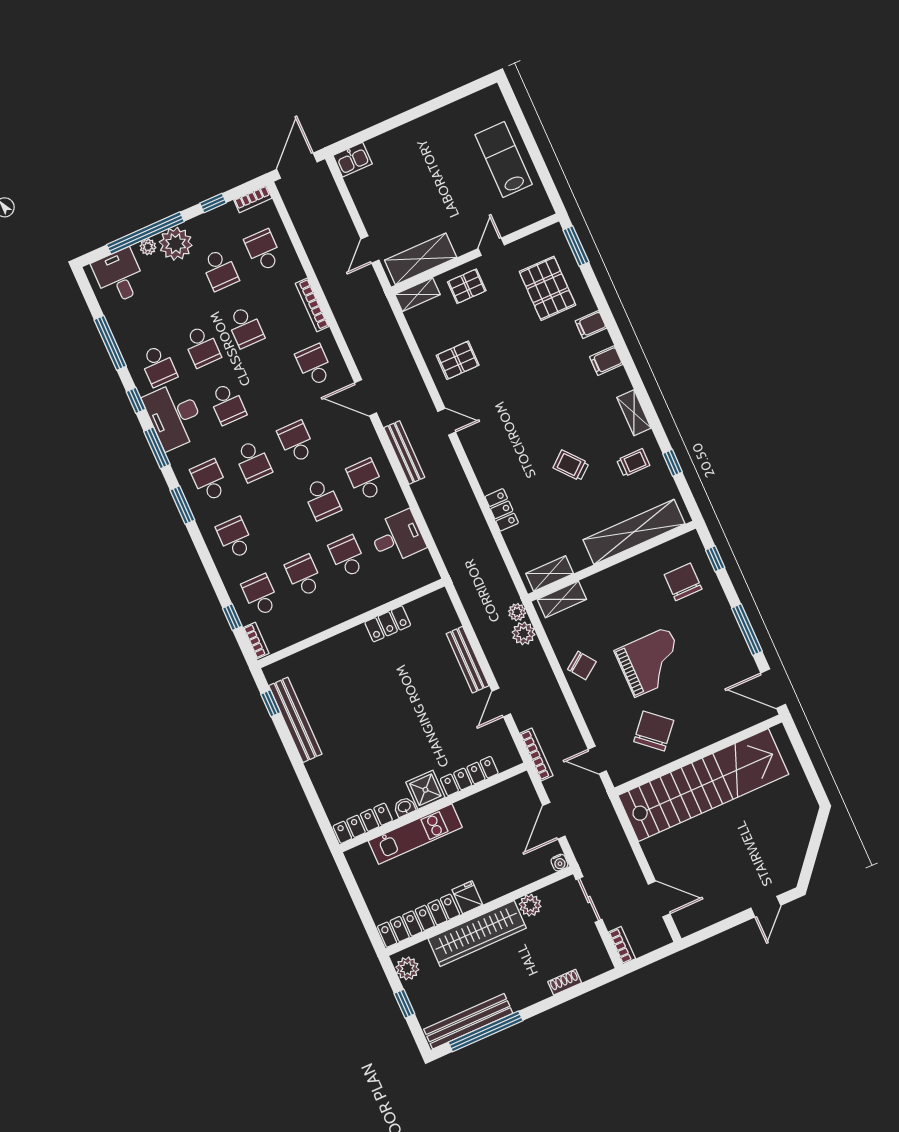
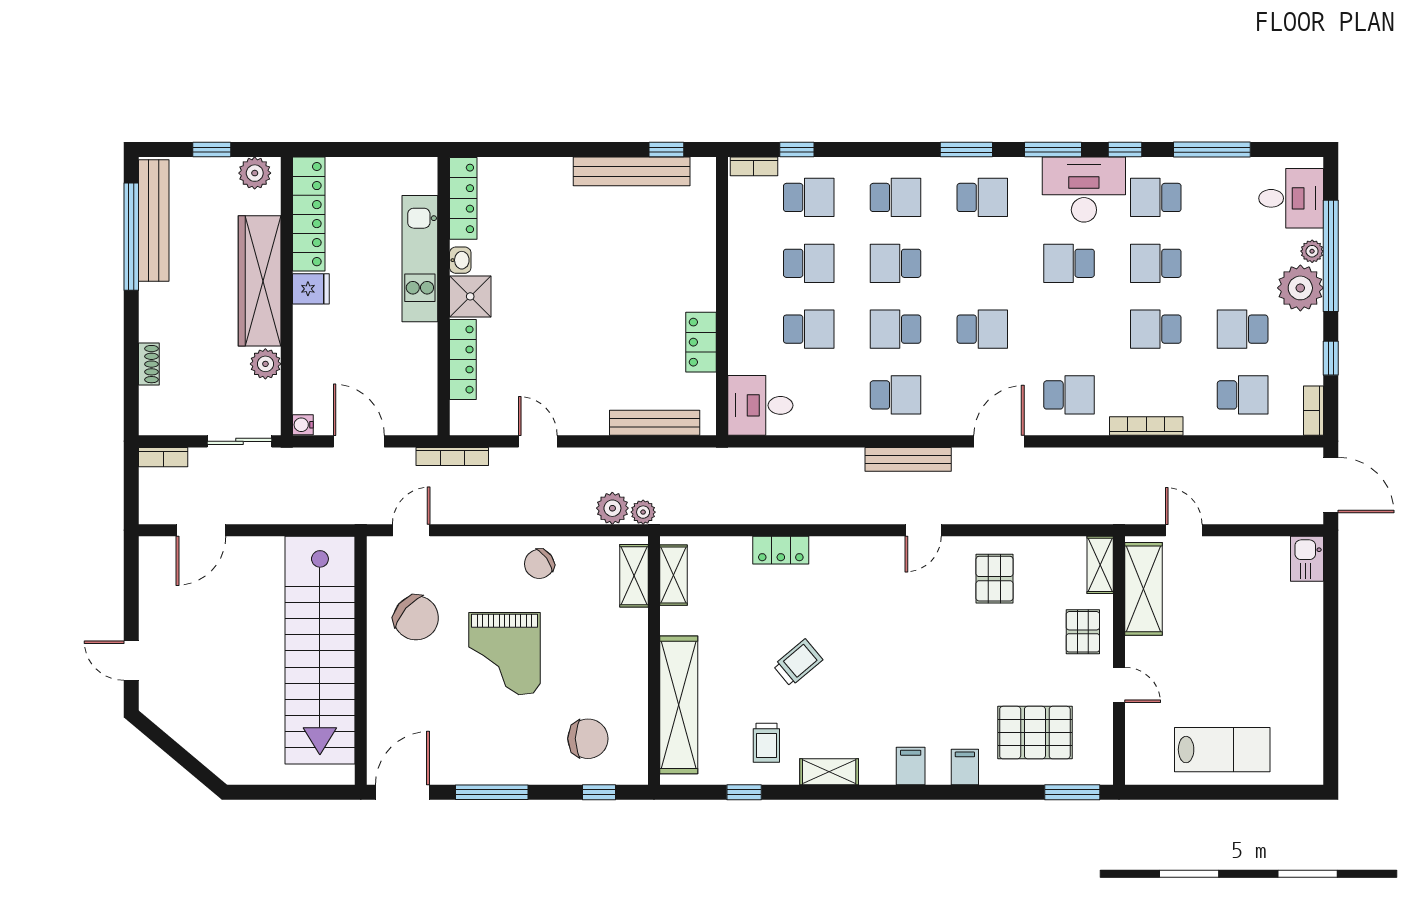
school desk: (253, 461) -> (896, 263), moved
desk: (397, 537) -> (760, 405), moved, turned 90
bench: (468, 660) -> (655, 423), moved

